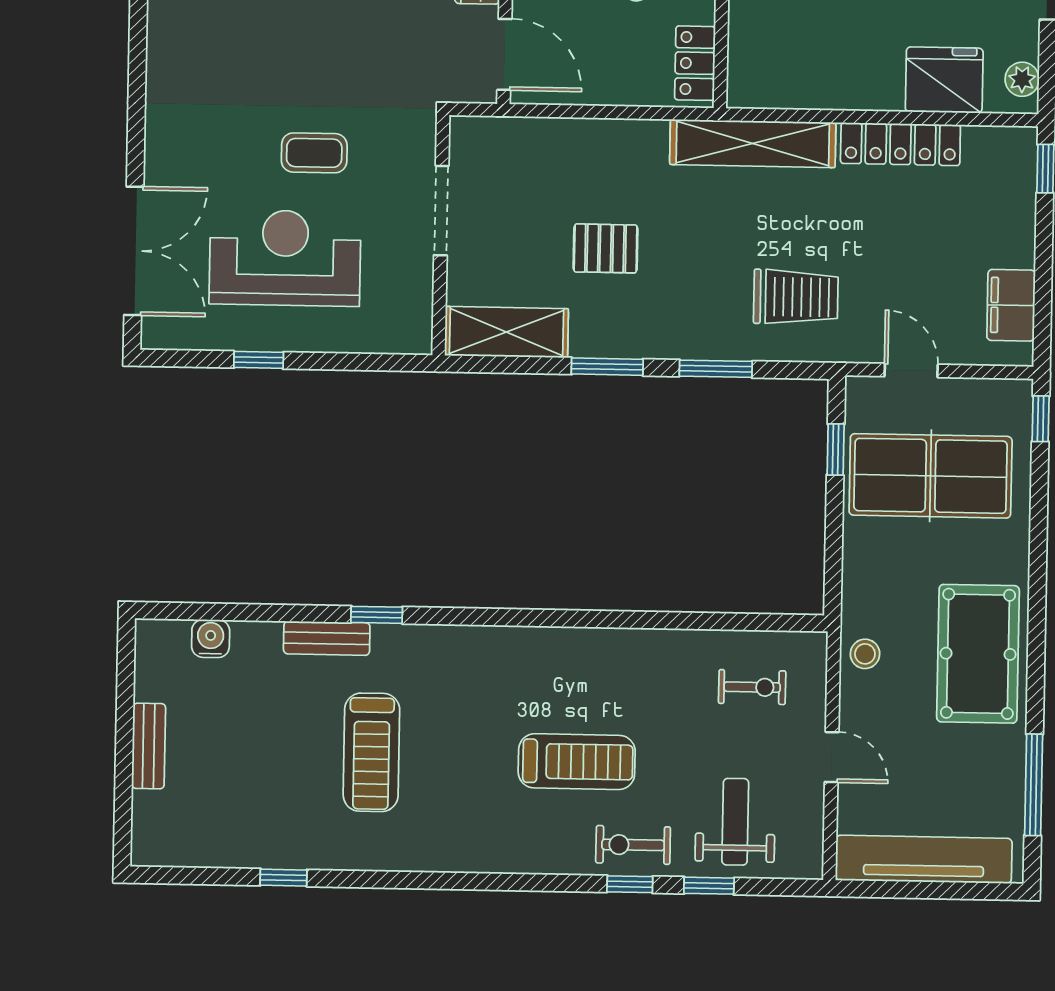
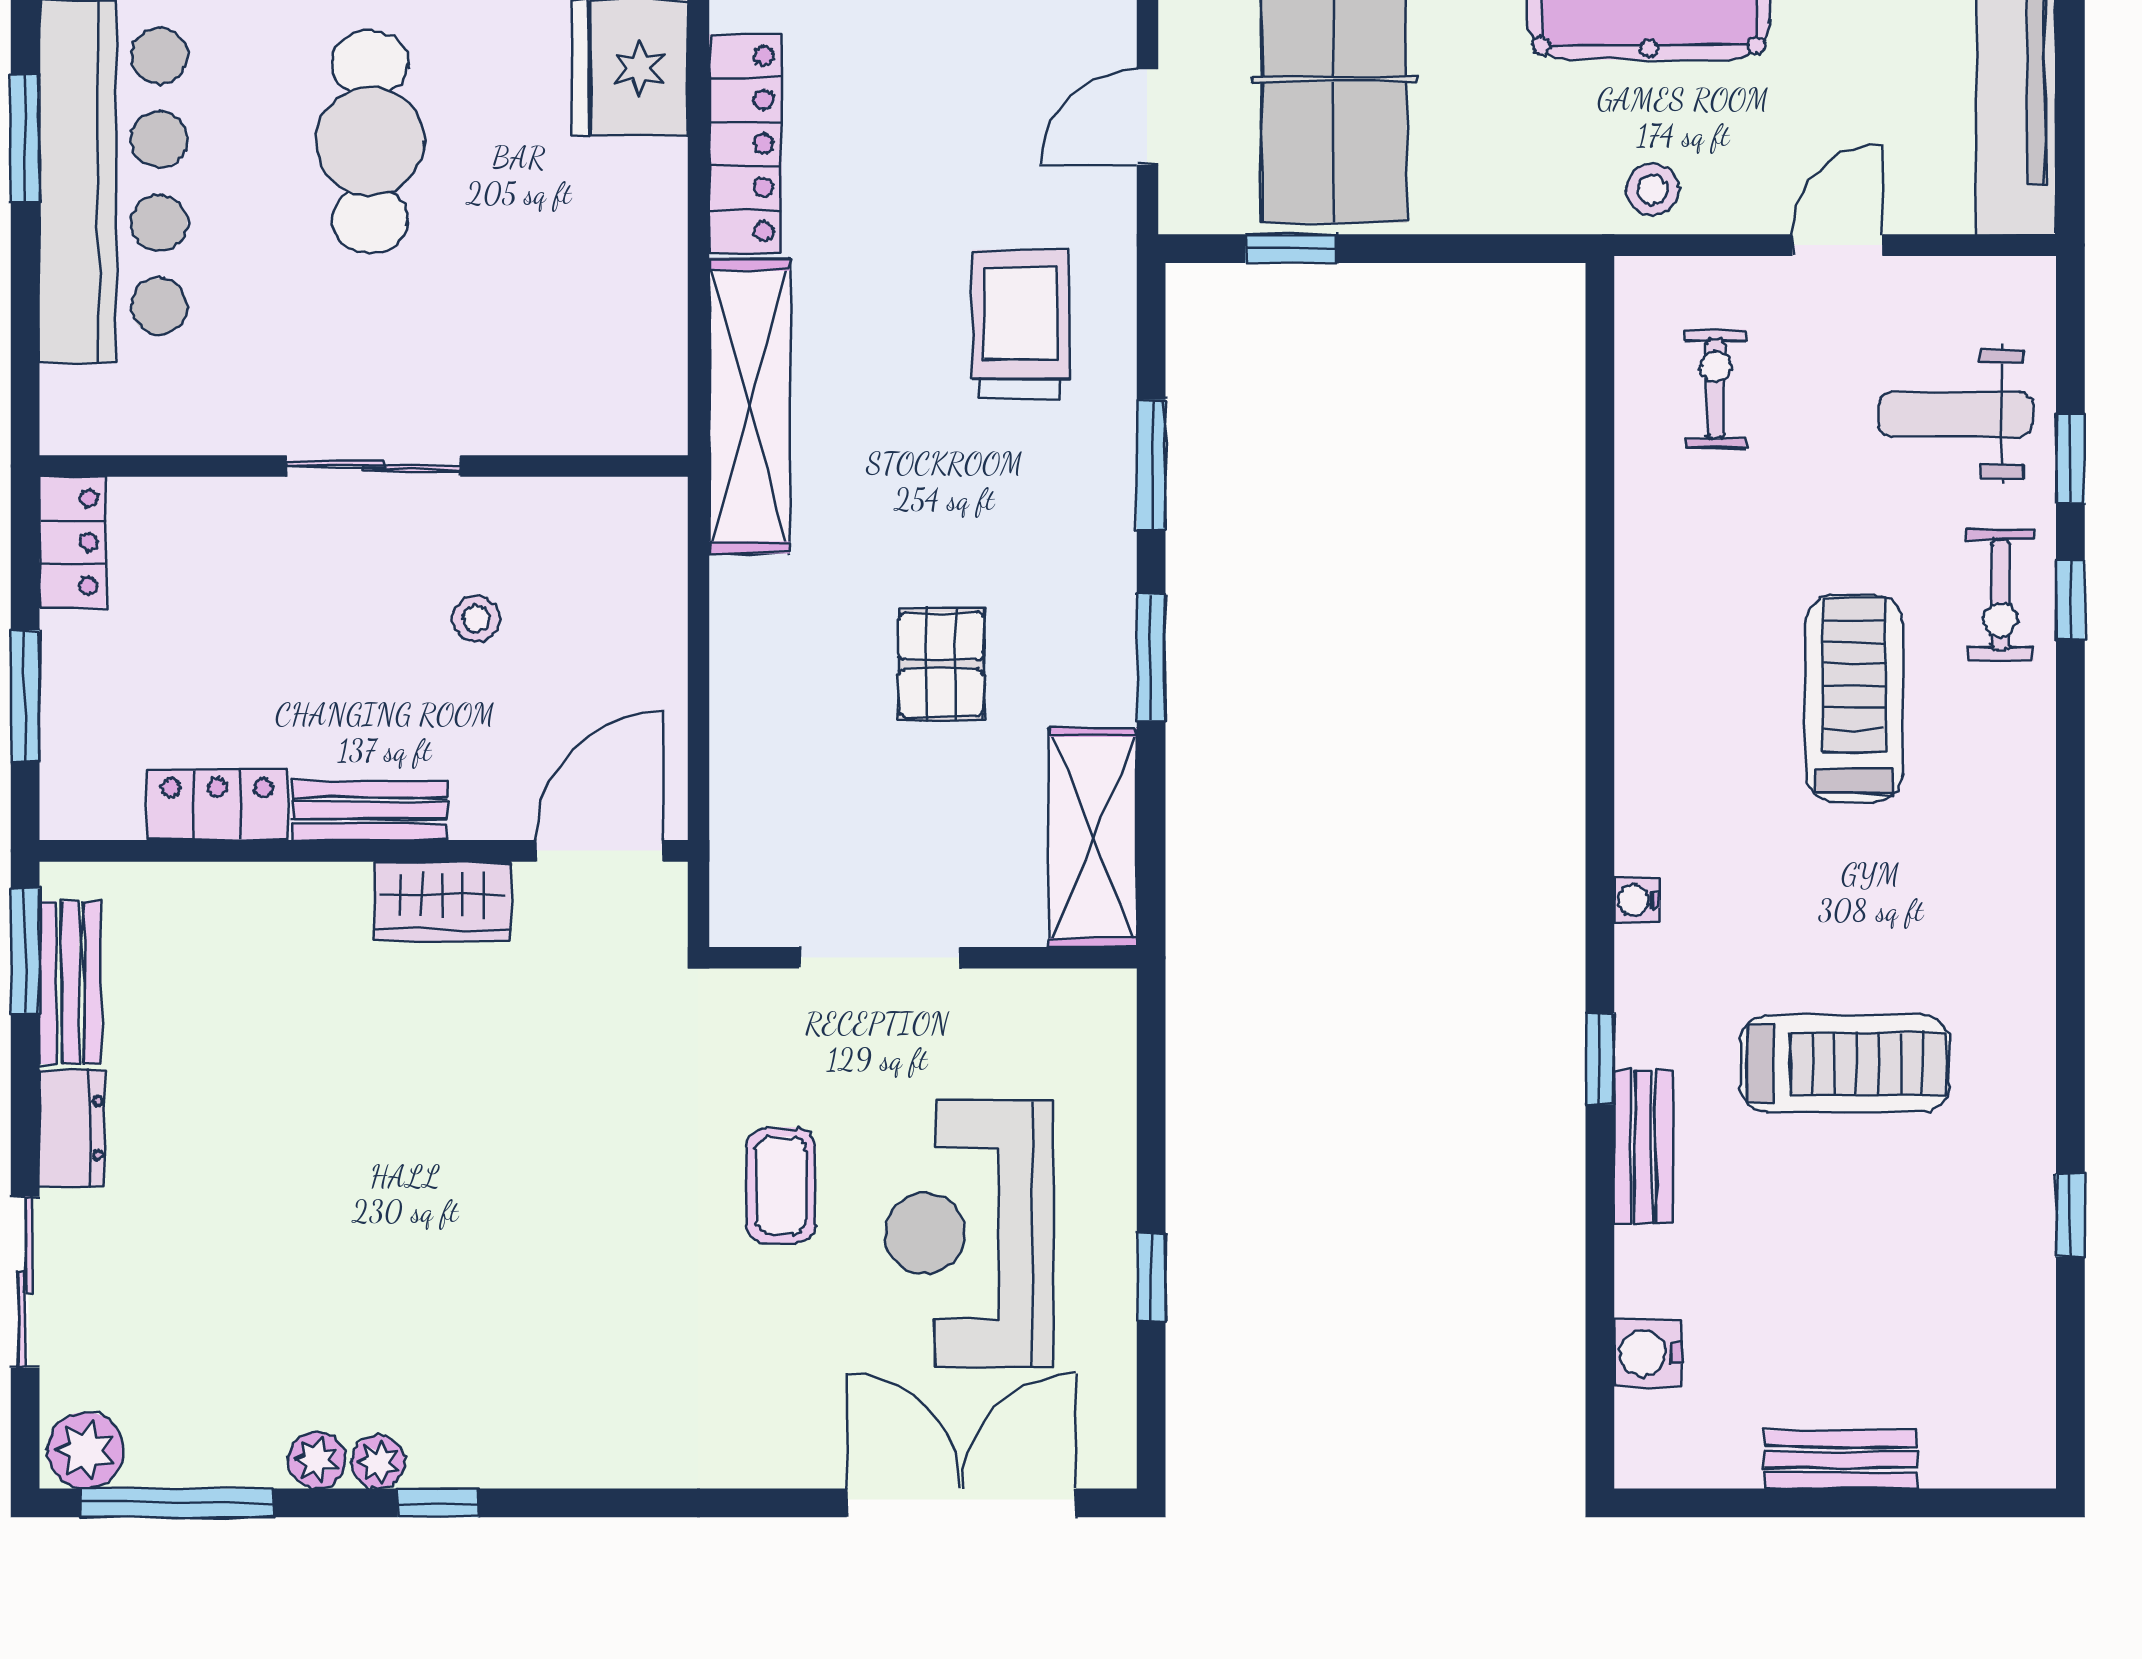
locker: (695, 63) -> (609, 512), removed
water cooler: (465, 637) -> (1637, 901), added

